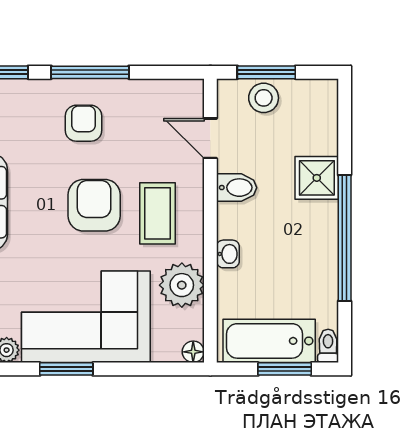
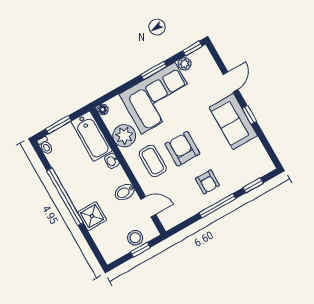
window: (266, 72) -> (140, 250), width x0.67
armchair: (94, 205) -> (182, 149), turned 180
bathtub: (269, 341) -> (92, 136), moved, turned 90

